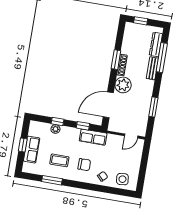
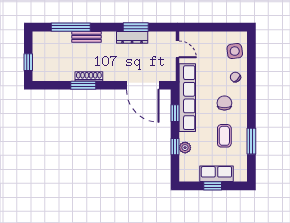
dresser: (156, 45) -> (132, 37), moved
plant: (123, 85) -> (114, 71), removed
row of seats: (93, 137) -> (187, 98), width x2.02

